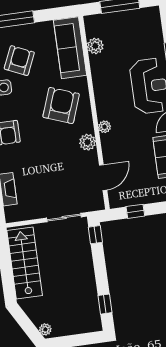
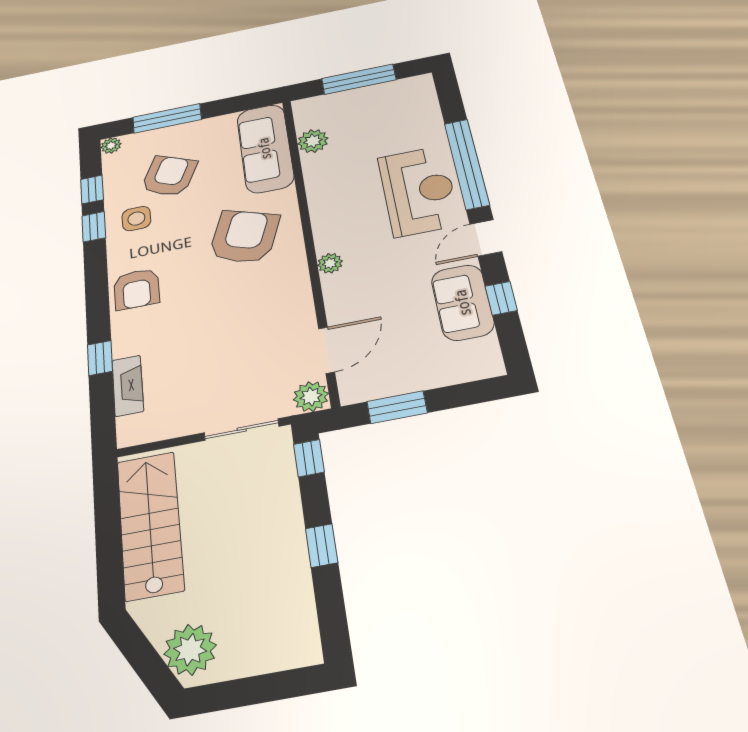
plant: (88, 142) -> (311, 397), moved
window: (135, 211) -> (397, 407), width x1.50
window: (105, 304) -> (322, 546), moved
plant: (45, 329) -> (190, 650), width x1.88, depth x1.88

